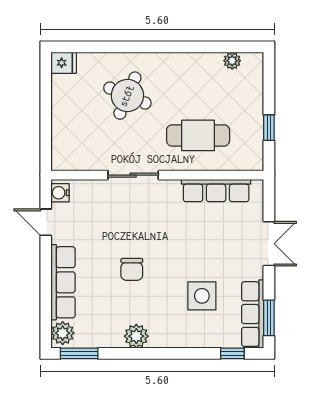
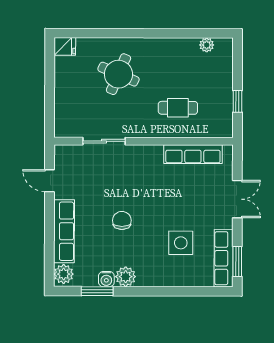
cafe table: (198, 135) -> (178, 108), width x0.73, depth x0.74
sliding door: (133, 175) -> (104, 141), moved
water cooler: (60, 193) -> (106, 279), moved, turned -90
chair: (132, 269) -> (122, 220), turned 180
window: (79, 353) -> (97, 291), moved
window: (232, 353) -> (206, 291), removed

